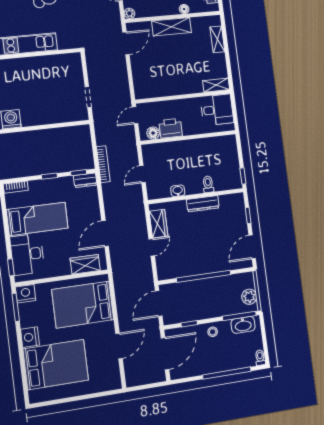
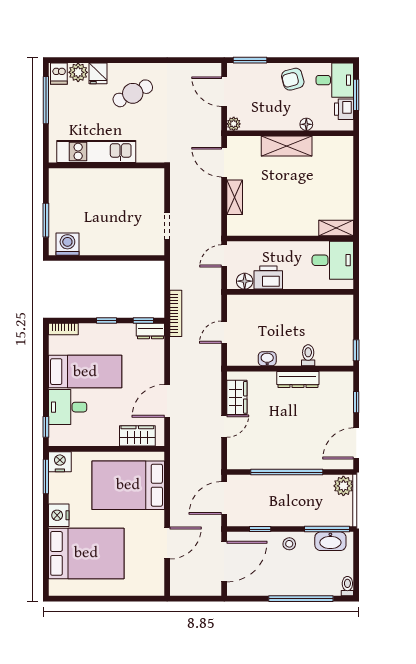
shelving: (217, 39) -> (235, 197), moved
door: (126, 43) -> (224, 162), swing flipped
desk: (27, 254) -> (68, 407), width x0.73
plant: (249, 297) -> (343, 486), moved

